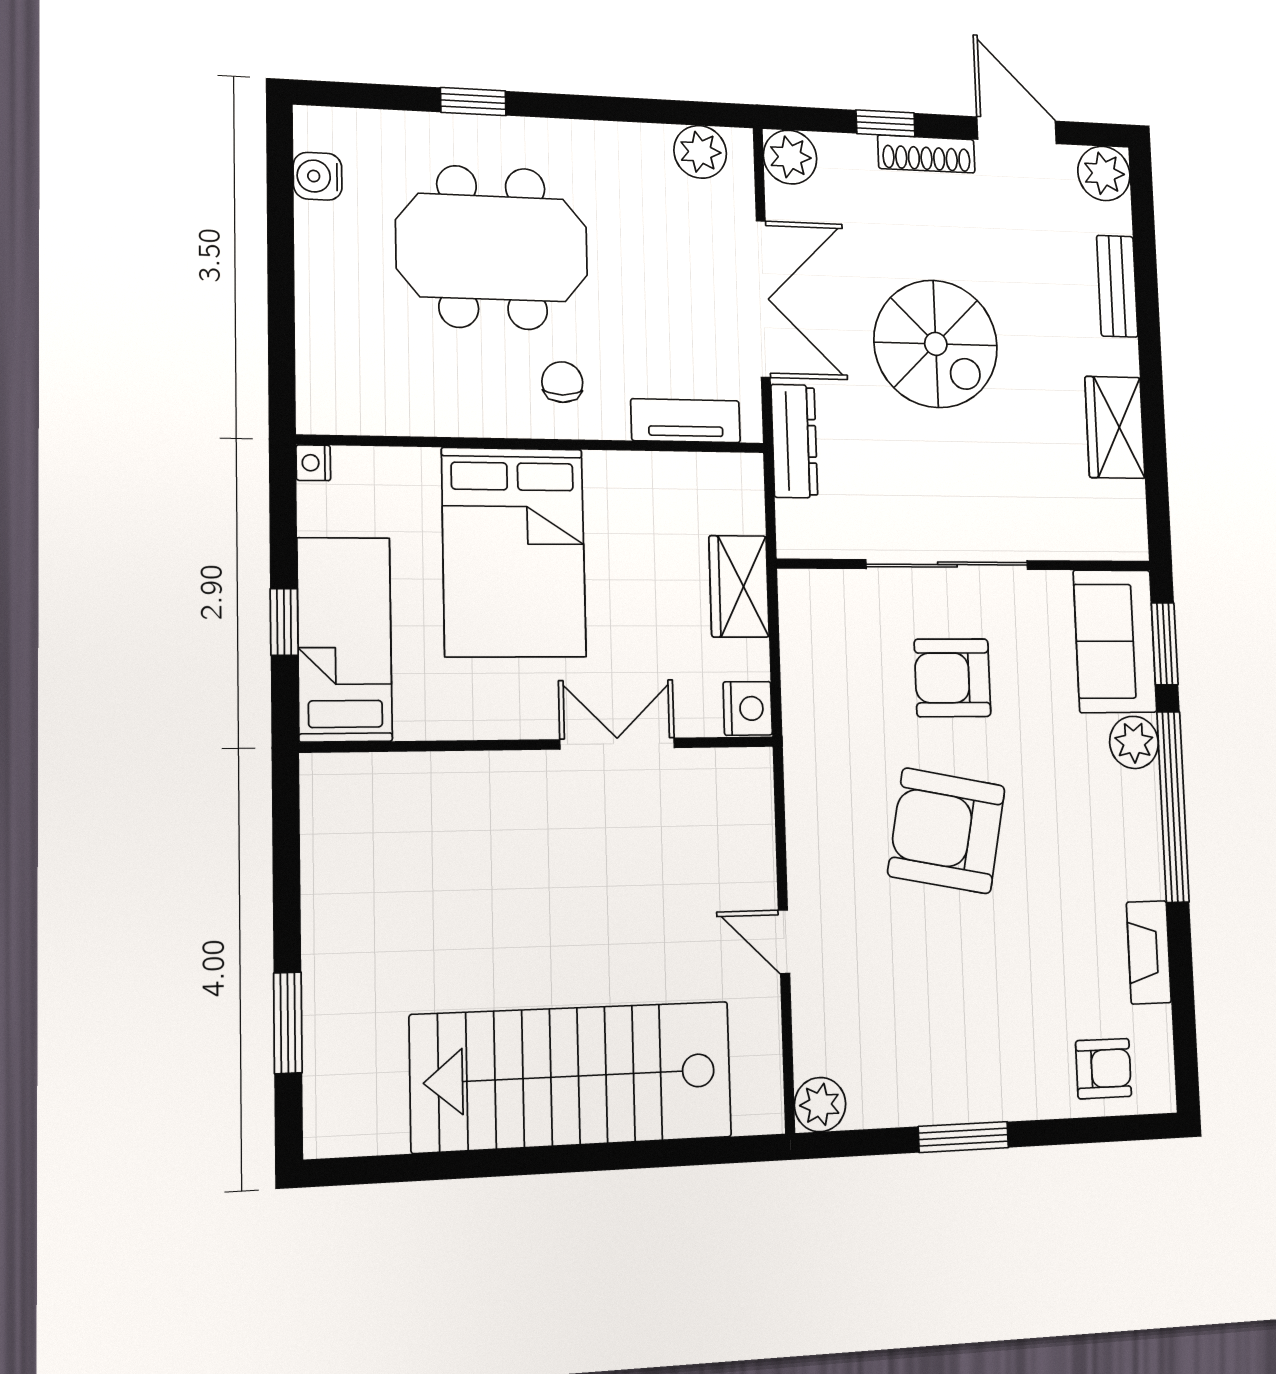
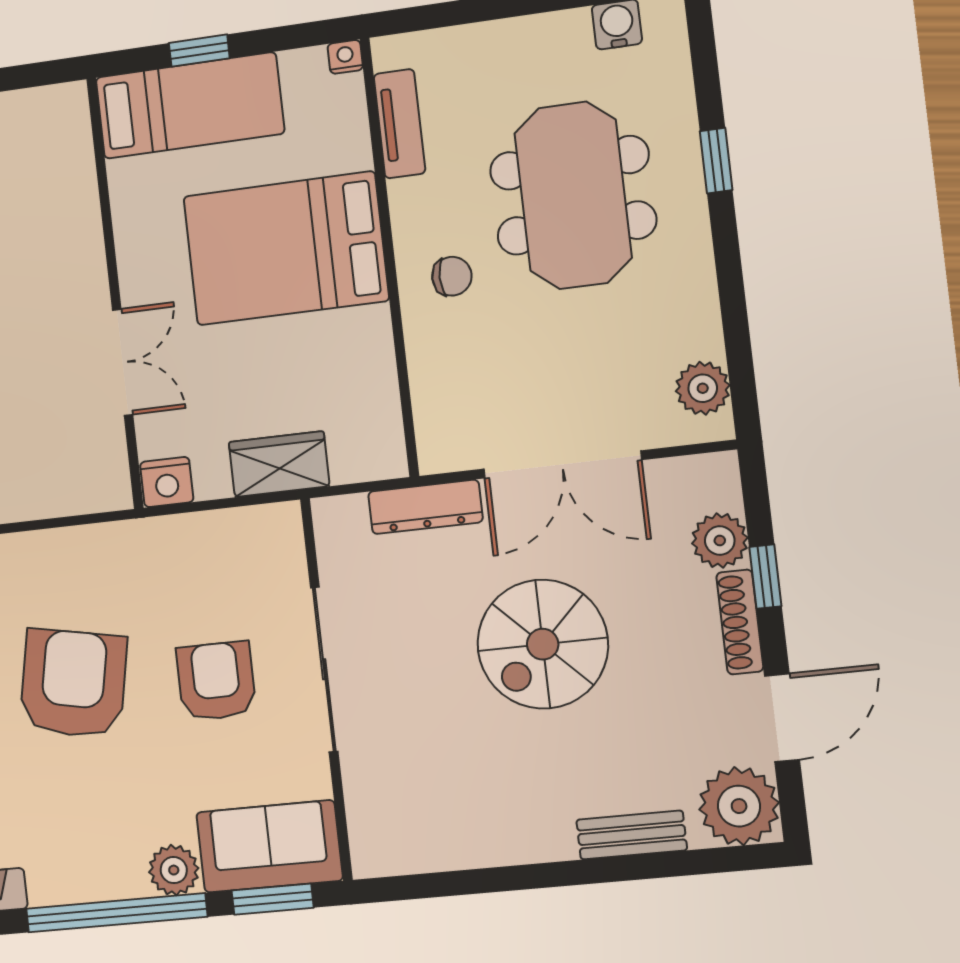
plant: (790, 157) -> (720, 541), moved
plant: (1104, 173) -> (739, 806), width x1.36, depth x1.36
tv unit: (686, 421) -> (399, 124), moved
wardrobe: (1115, 427) -> (483, 838), removed

